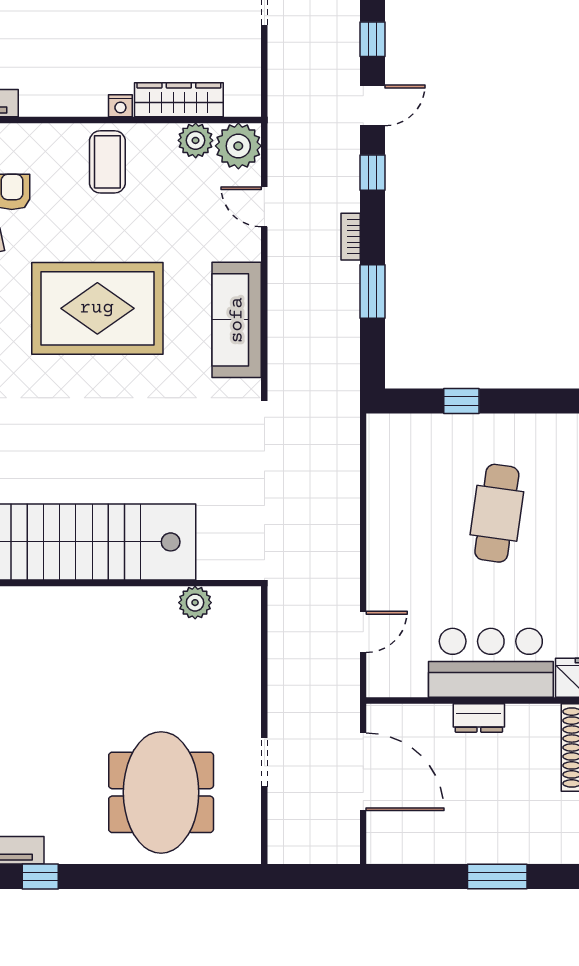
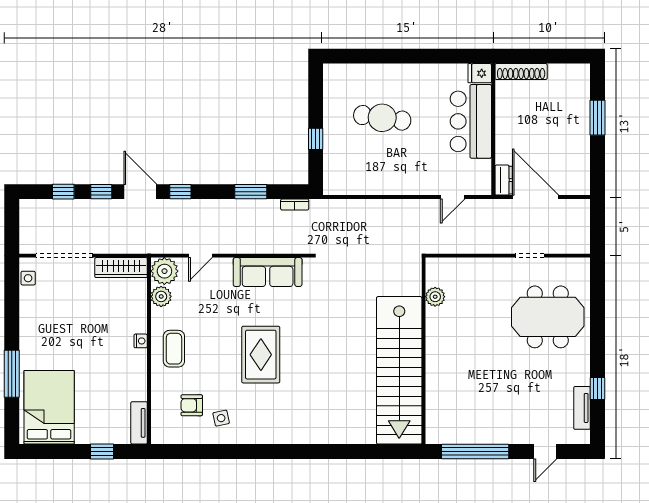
wardrobe: (179, 100) -> (121, 268), moved, turned -90
door: (372, 105) -> (140, 192), width x1.38
coffee table: (107, 162) -> (174, 349), turned 90
bookcase: (351, 237) -> (295, 205), moved
rug: (97, 308) -> (261, 355), width x0.73, depth x0.69
door: (363, 632) -> (453, 197), swing flipped
dresser: (479, 718) -> (504, 180), moved
door: (363, 772) -> (536, 197), hinge flipped

